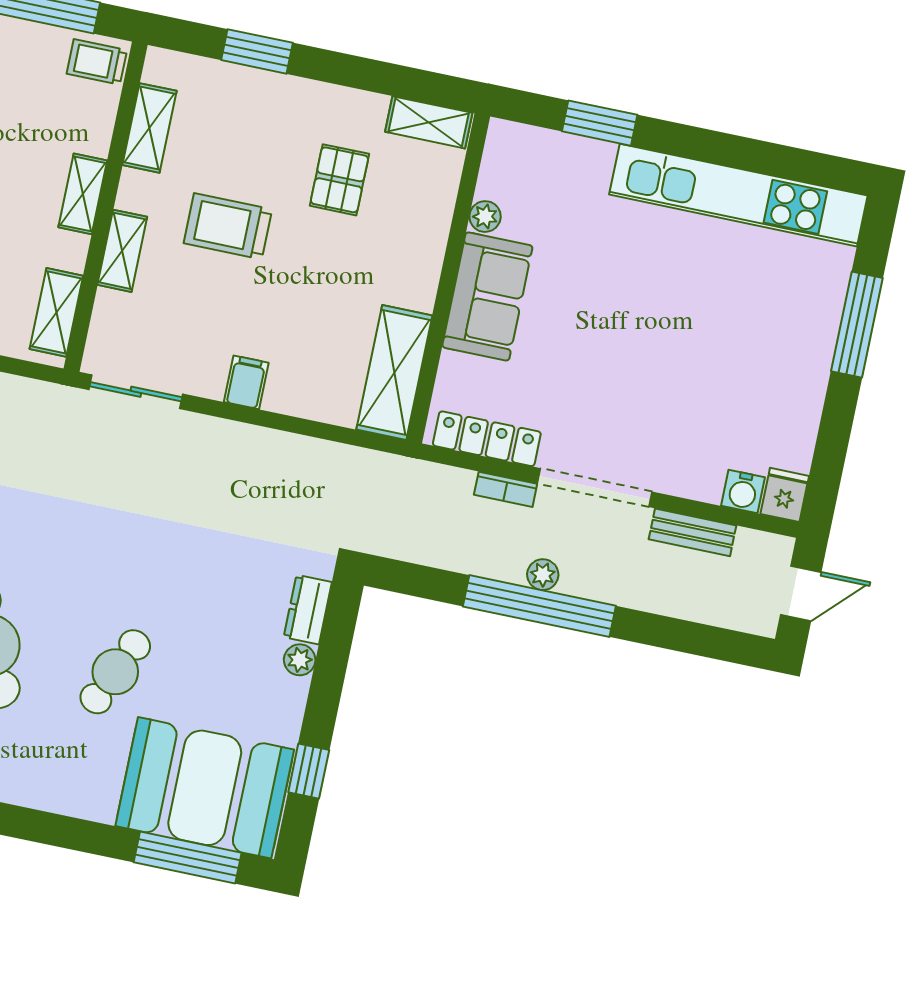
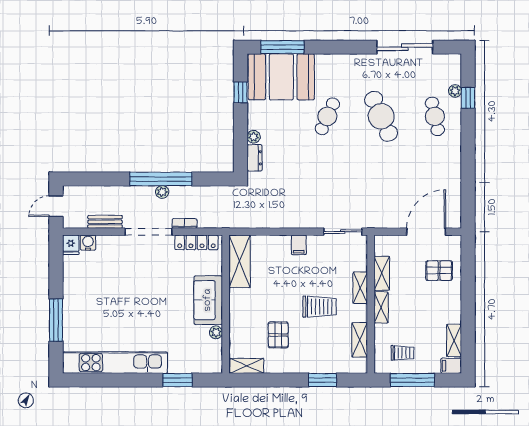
trolley: (97, 62) -> (403, 353), moved
shelving: (56, 312) -> (382, 273), moved

